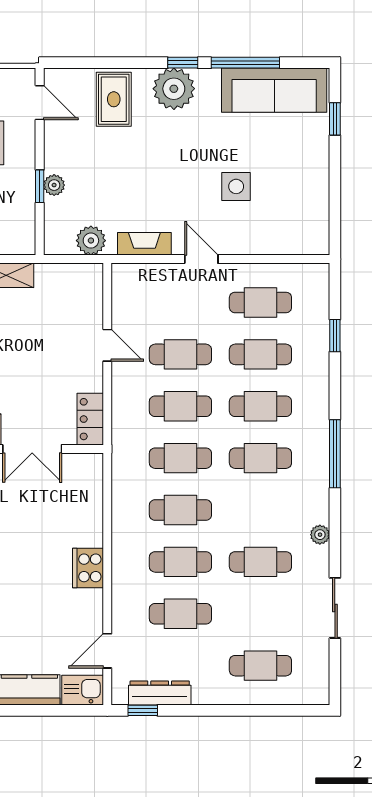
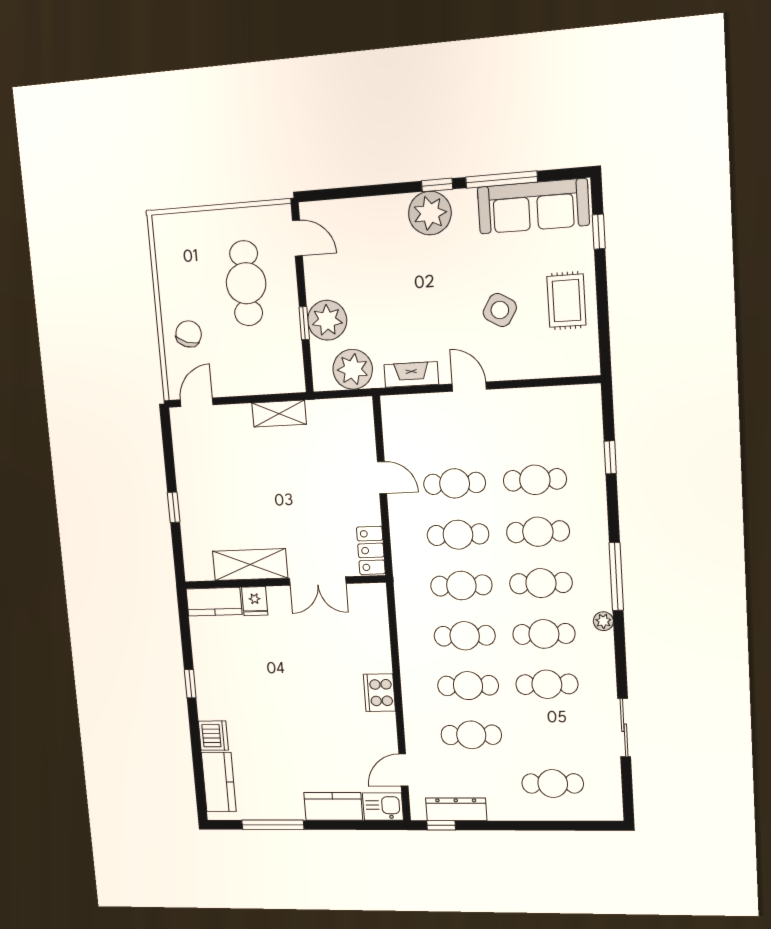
rug: (114, 99) -> (566, 301), moved
plant: (54, 185) -> (327, 320), width x1.87, depth x1.87
side table: (236, 186) -> (500, 310), turned 31
plant: (91, 241) -> (353, 369), width x1.36, depth x1.36
cafe table: (260, 302) -> (544, 634), moved
plant: (320, 535) -> (603, 621), moved

